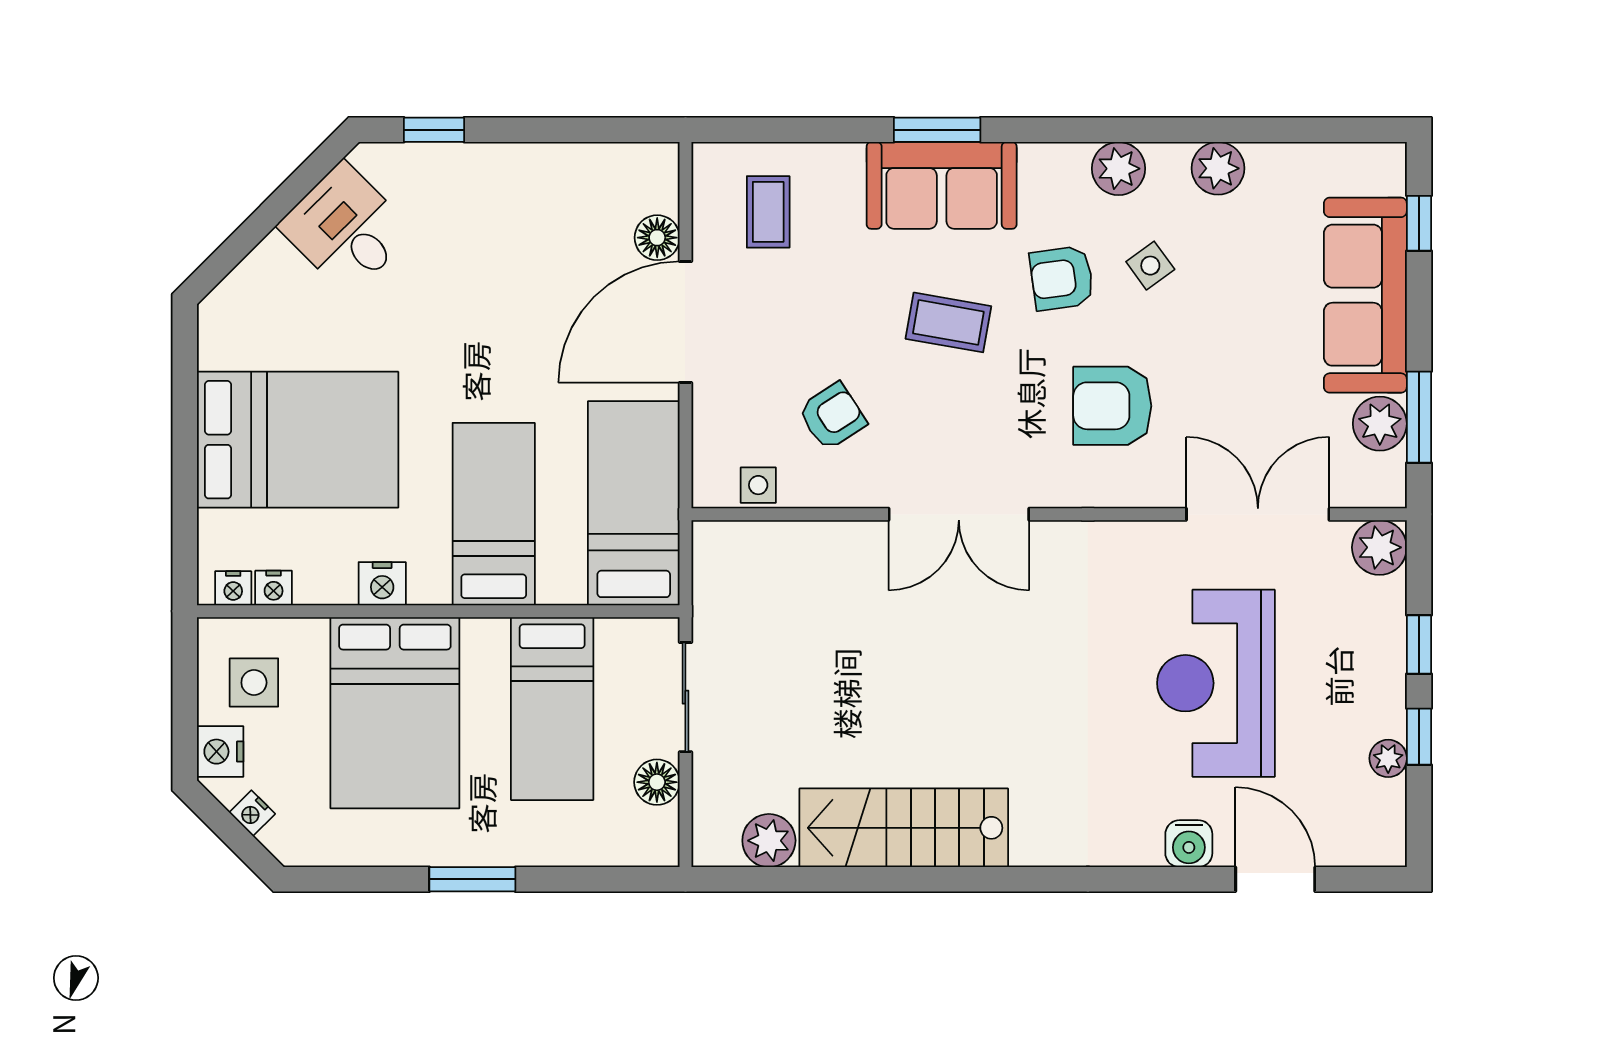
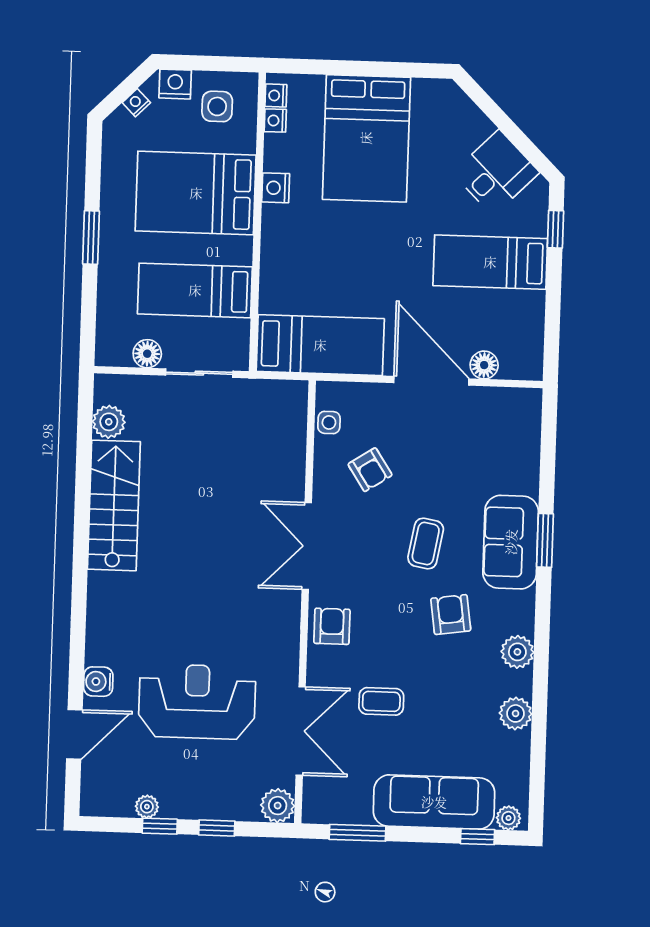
coffee table: (768, 212) -> (381, 701), moved
side table: (1150, 266) -> (457, 670), removed
armchair: (1112, 406) -> (332, 626), moved, width x0.72, depth x0.72
plant: (1380, 424) -> (508, 818), moved, width x0.73, depth x0.73
bed: (494, 514) -> (490, 262), moved, turned 180

